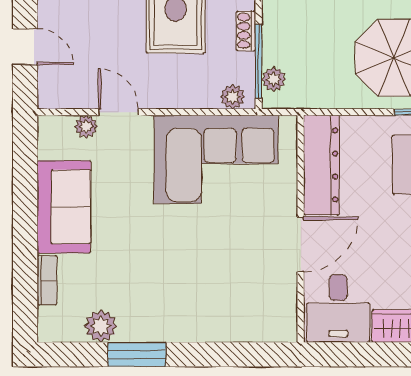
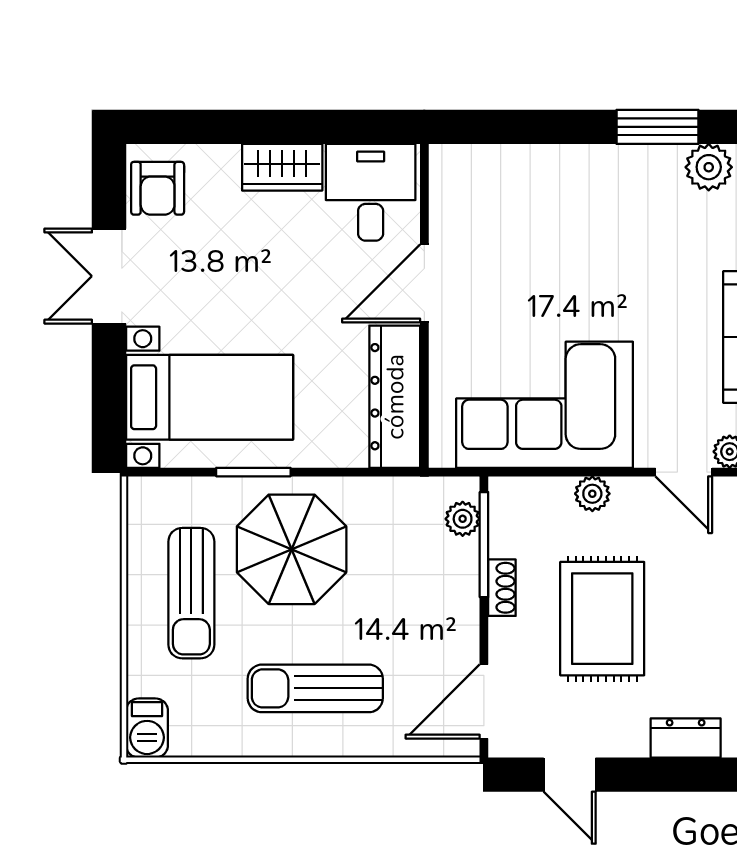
plant: (233, 97) -> (592, 494), moved

